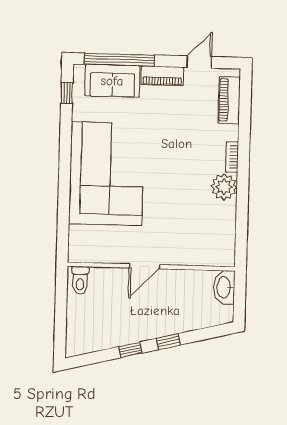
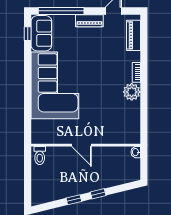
sofa: (112, 81) -> (41, 33), moved, turned -90
door: (145, 266) -> (81, 145), hinge flipped
washbasin: (224, 287) -> (136, 152), width x0.52, depth x0.69

